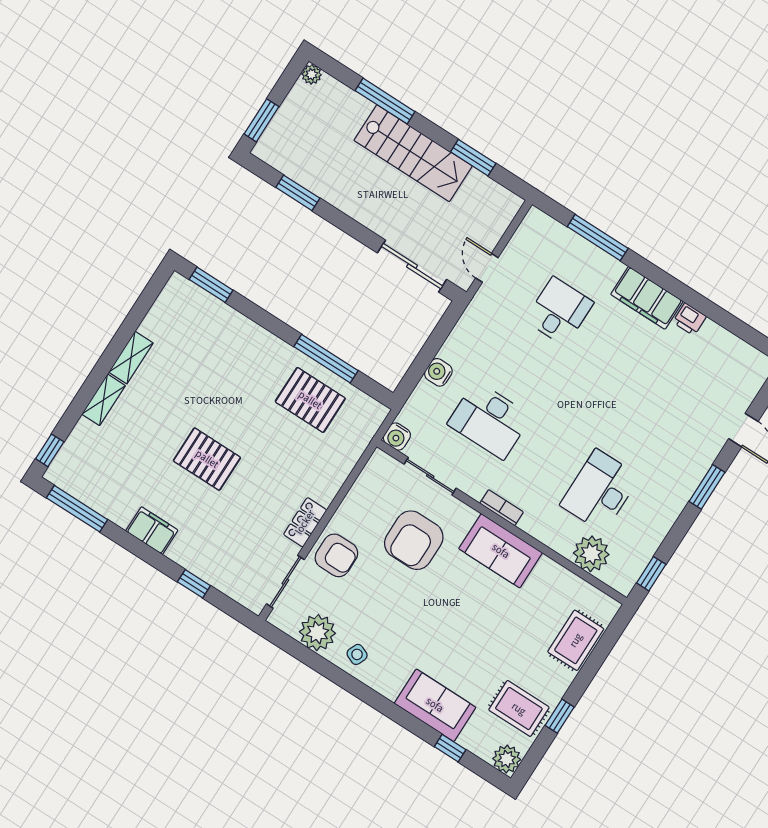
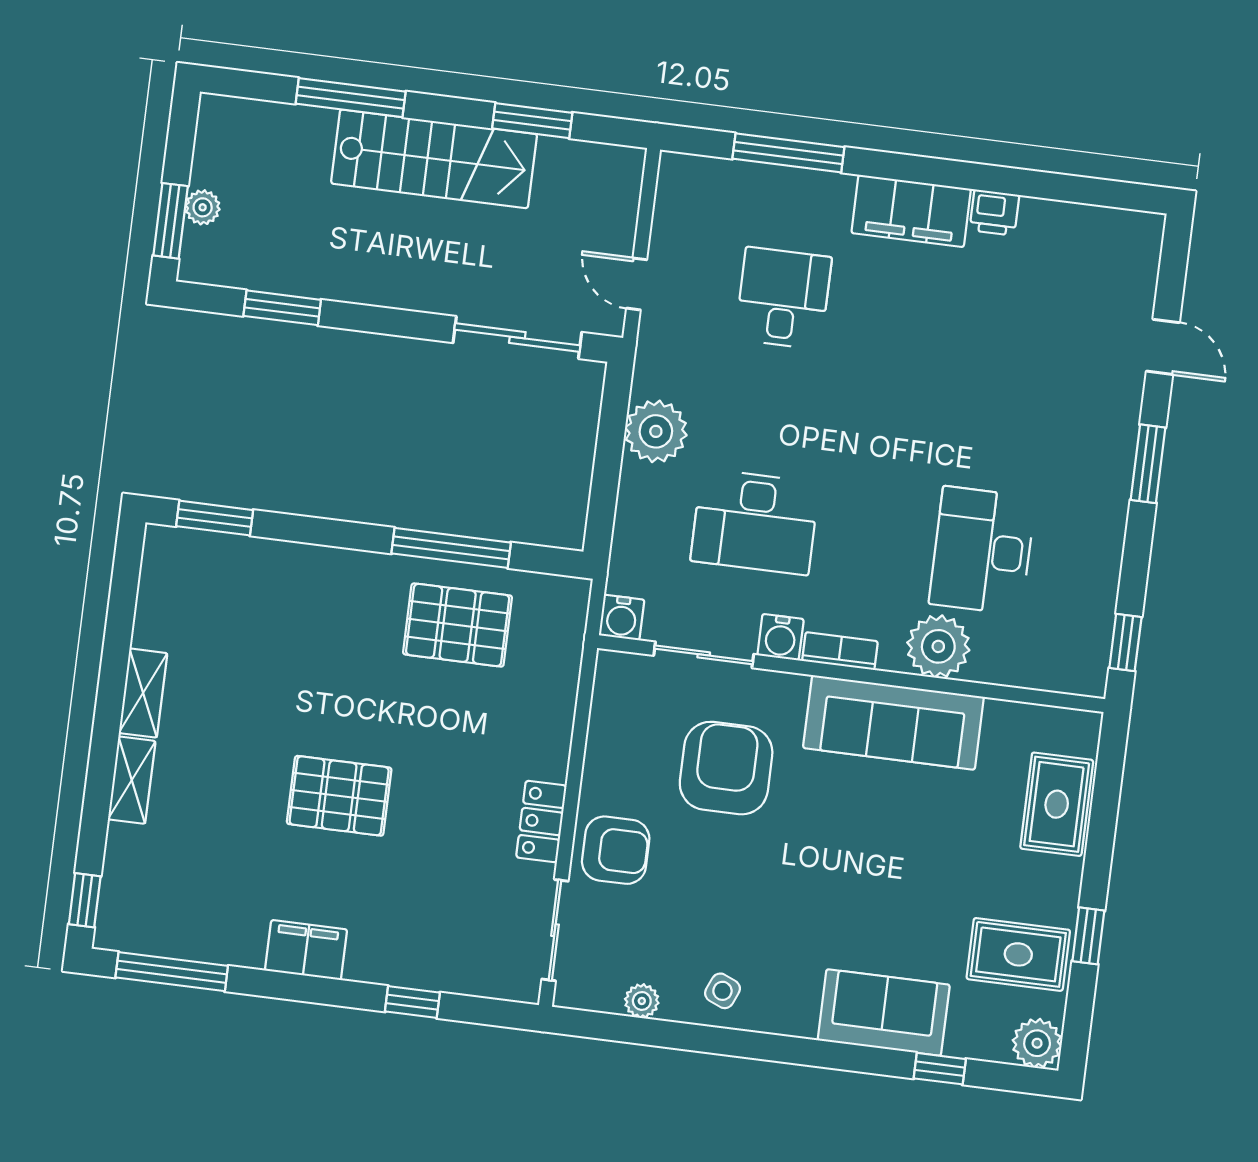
plant: (312, 74) -> (203, 207), moved
plant: (461, 349) -> (656, 431), added
water cooler: (438, 372) -> (781, 637), moved, turned -90
armchair: (414, 540) -> (726, 768), turned 180
sofa: (501, 551) -> (893, 722), width x1.36
plant: (591, 554) -> (938, 646), moved
plant: (317, 633) -> (642, 1001), width x0.53, depth x0.53

